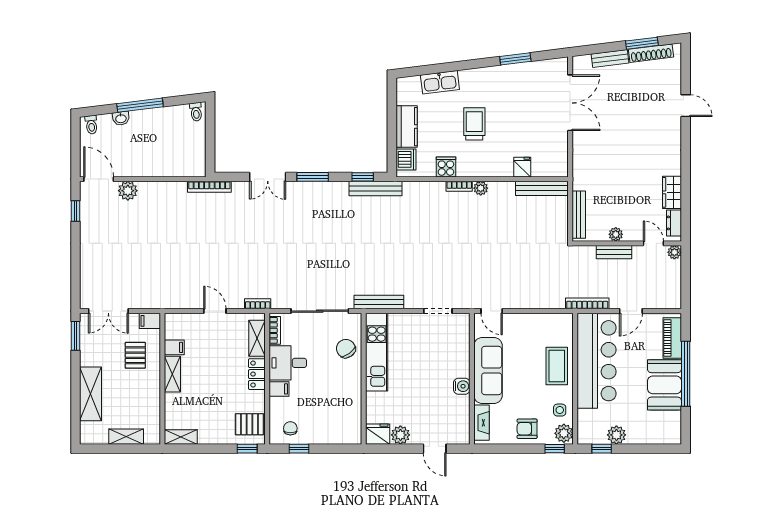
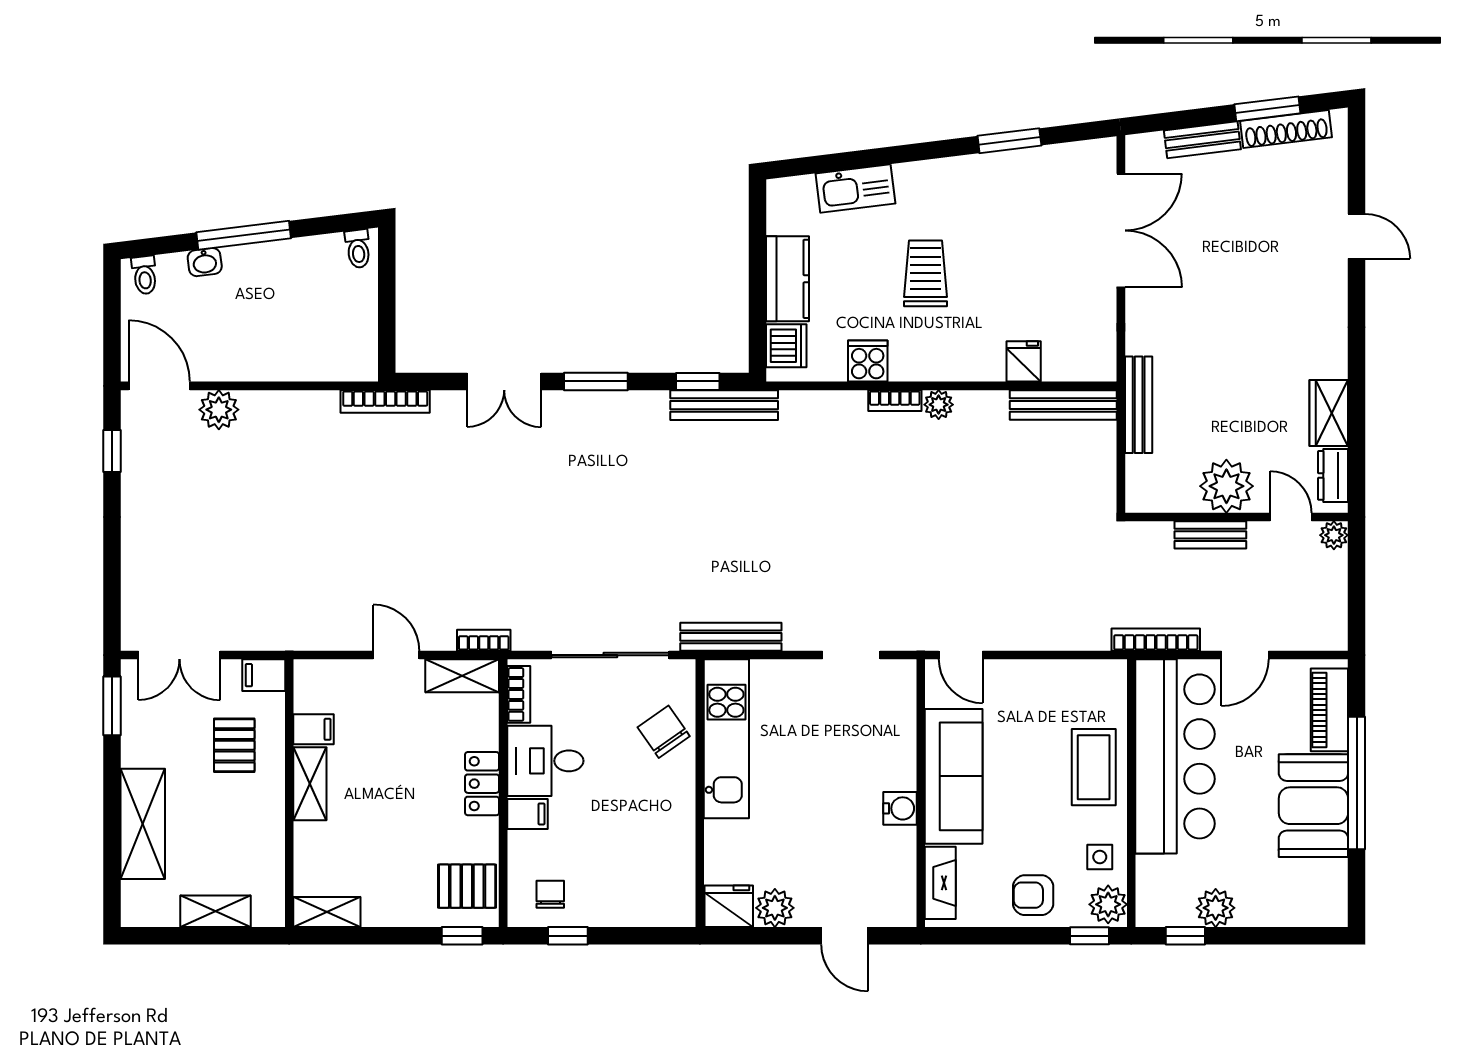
bench: (579, 215) -> (1139, 405), moved
plant: (616, 234) -> (1226, 486), width x1.88, depth x1.88
shelving: (257, 338) -> (462, 676), moved, turned 90

